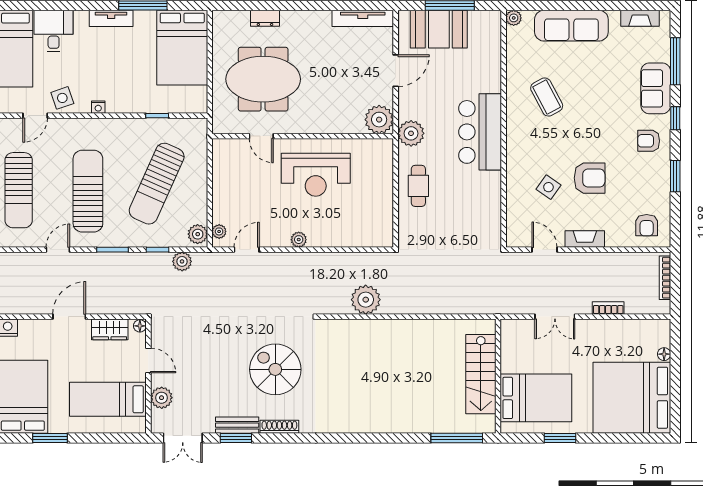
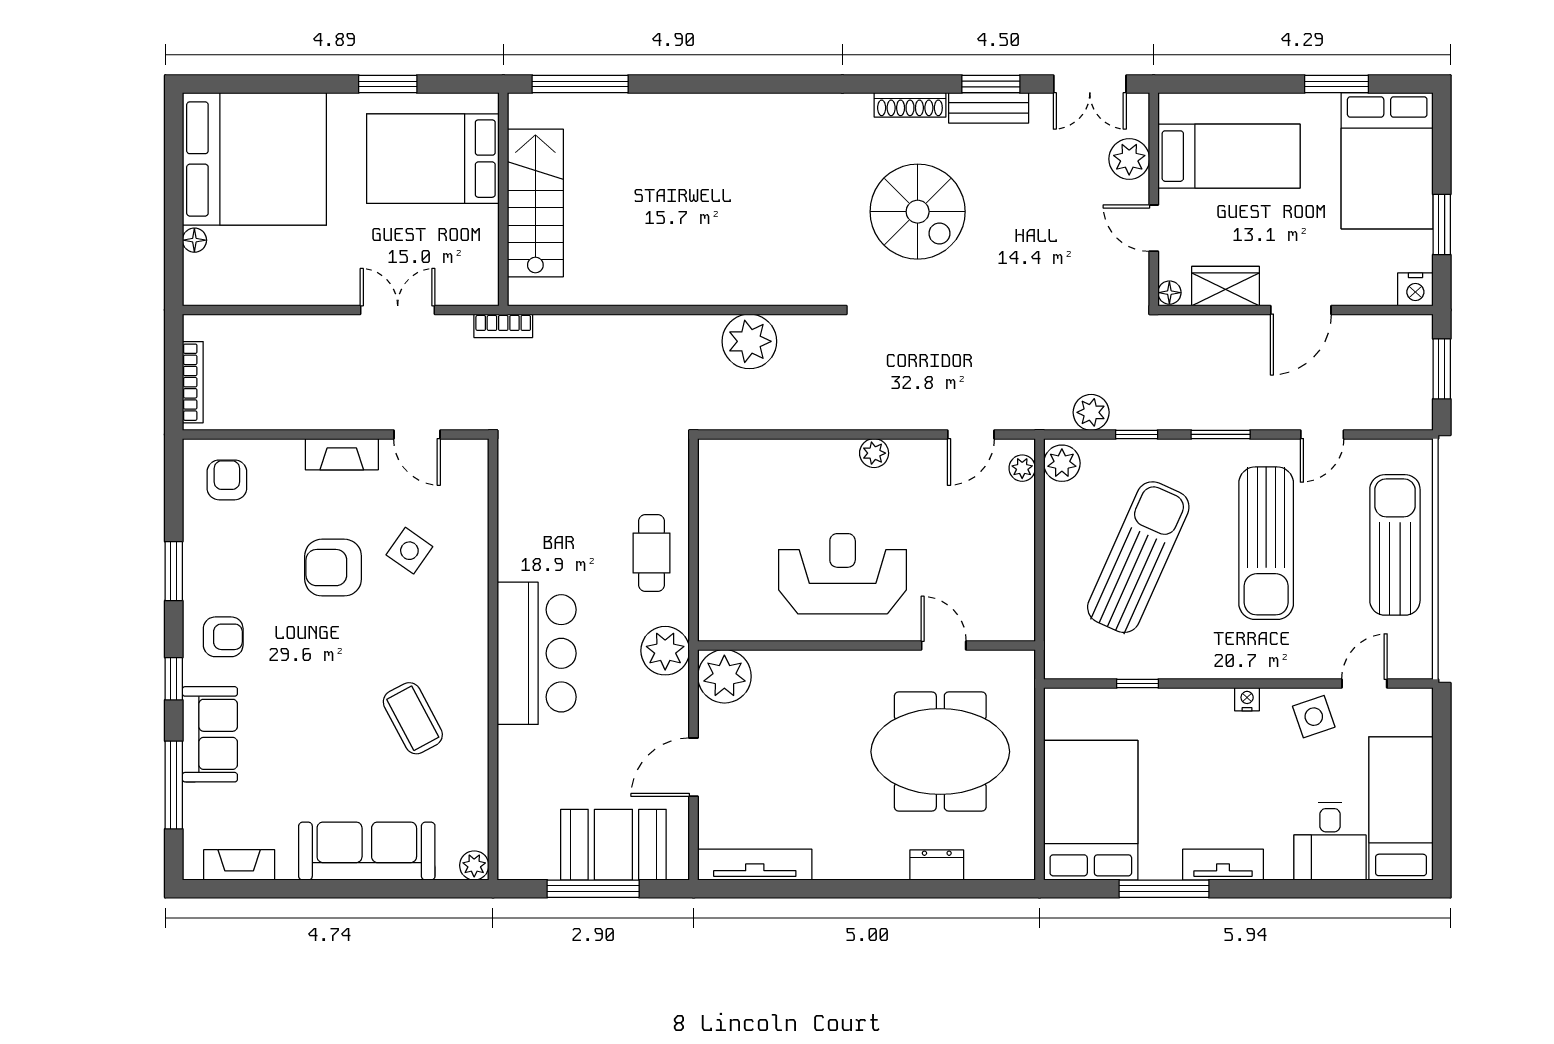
bookcase: (608, 308) -> (503, 326), moved
double door: (183, 438) -> (1090, 84), swing flipped

